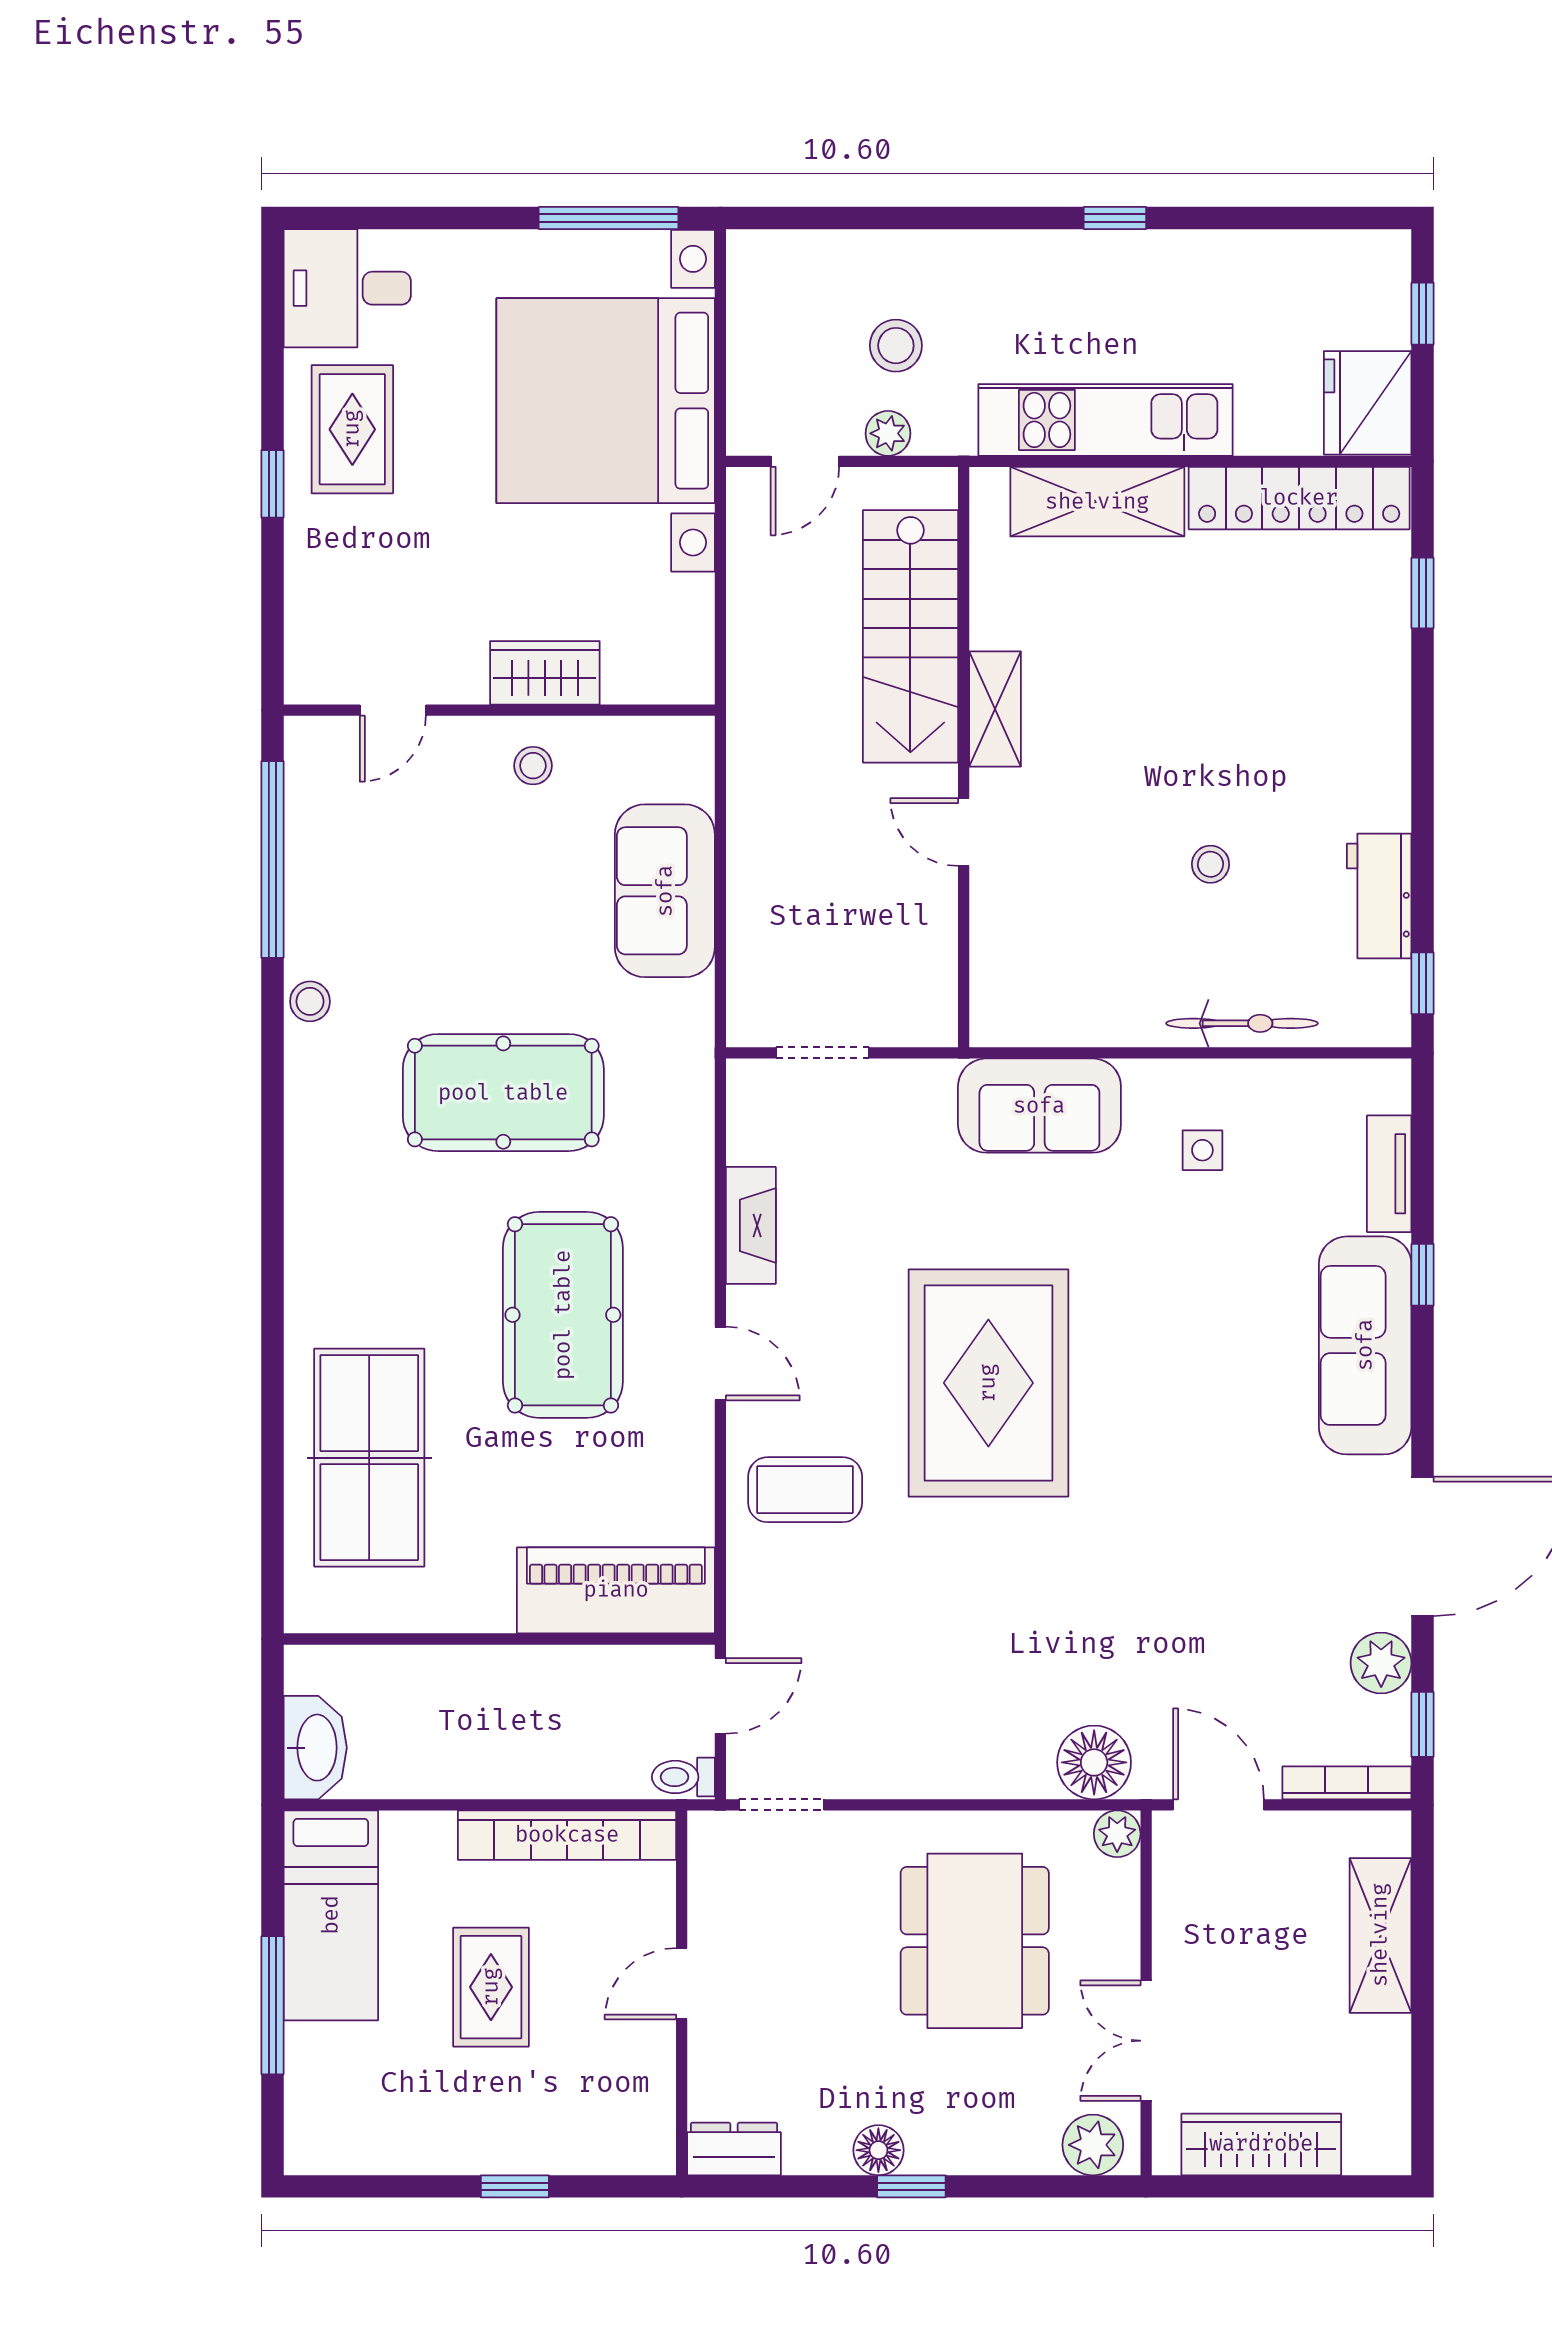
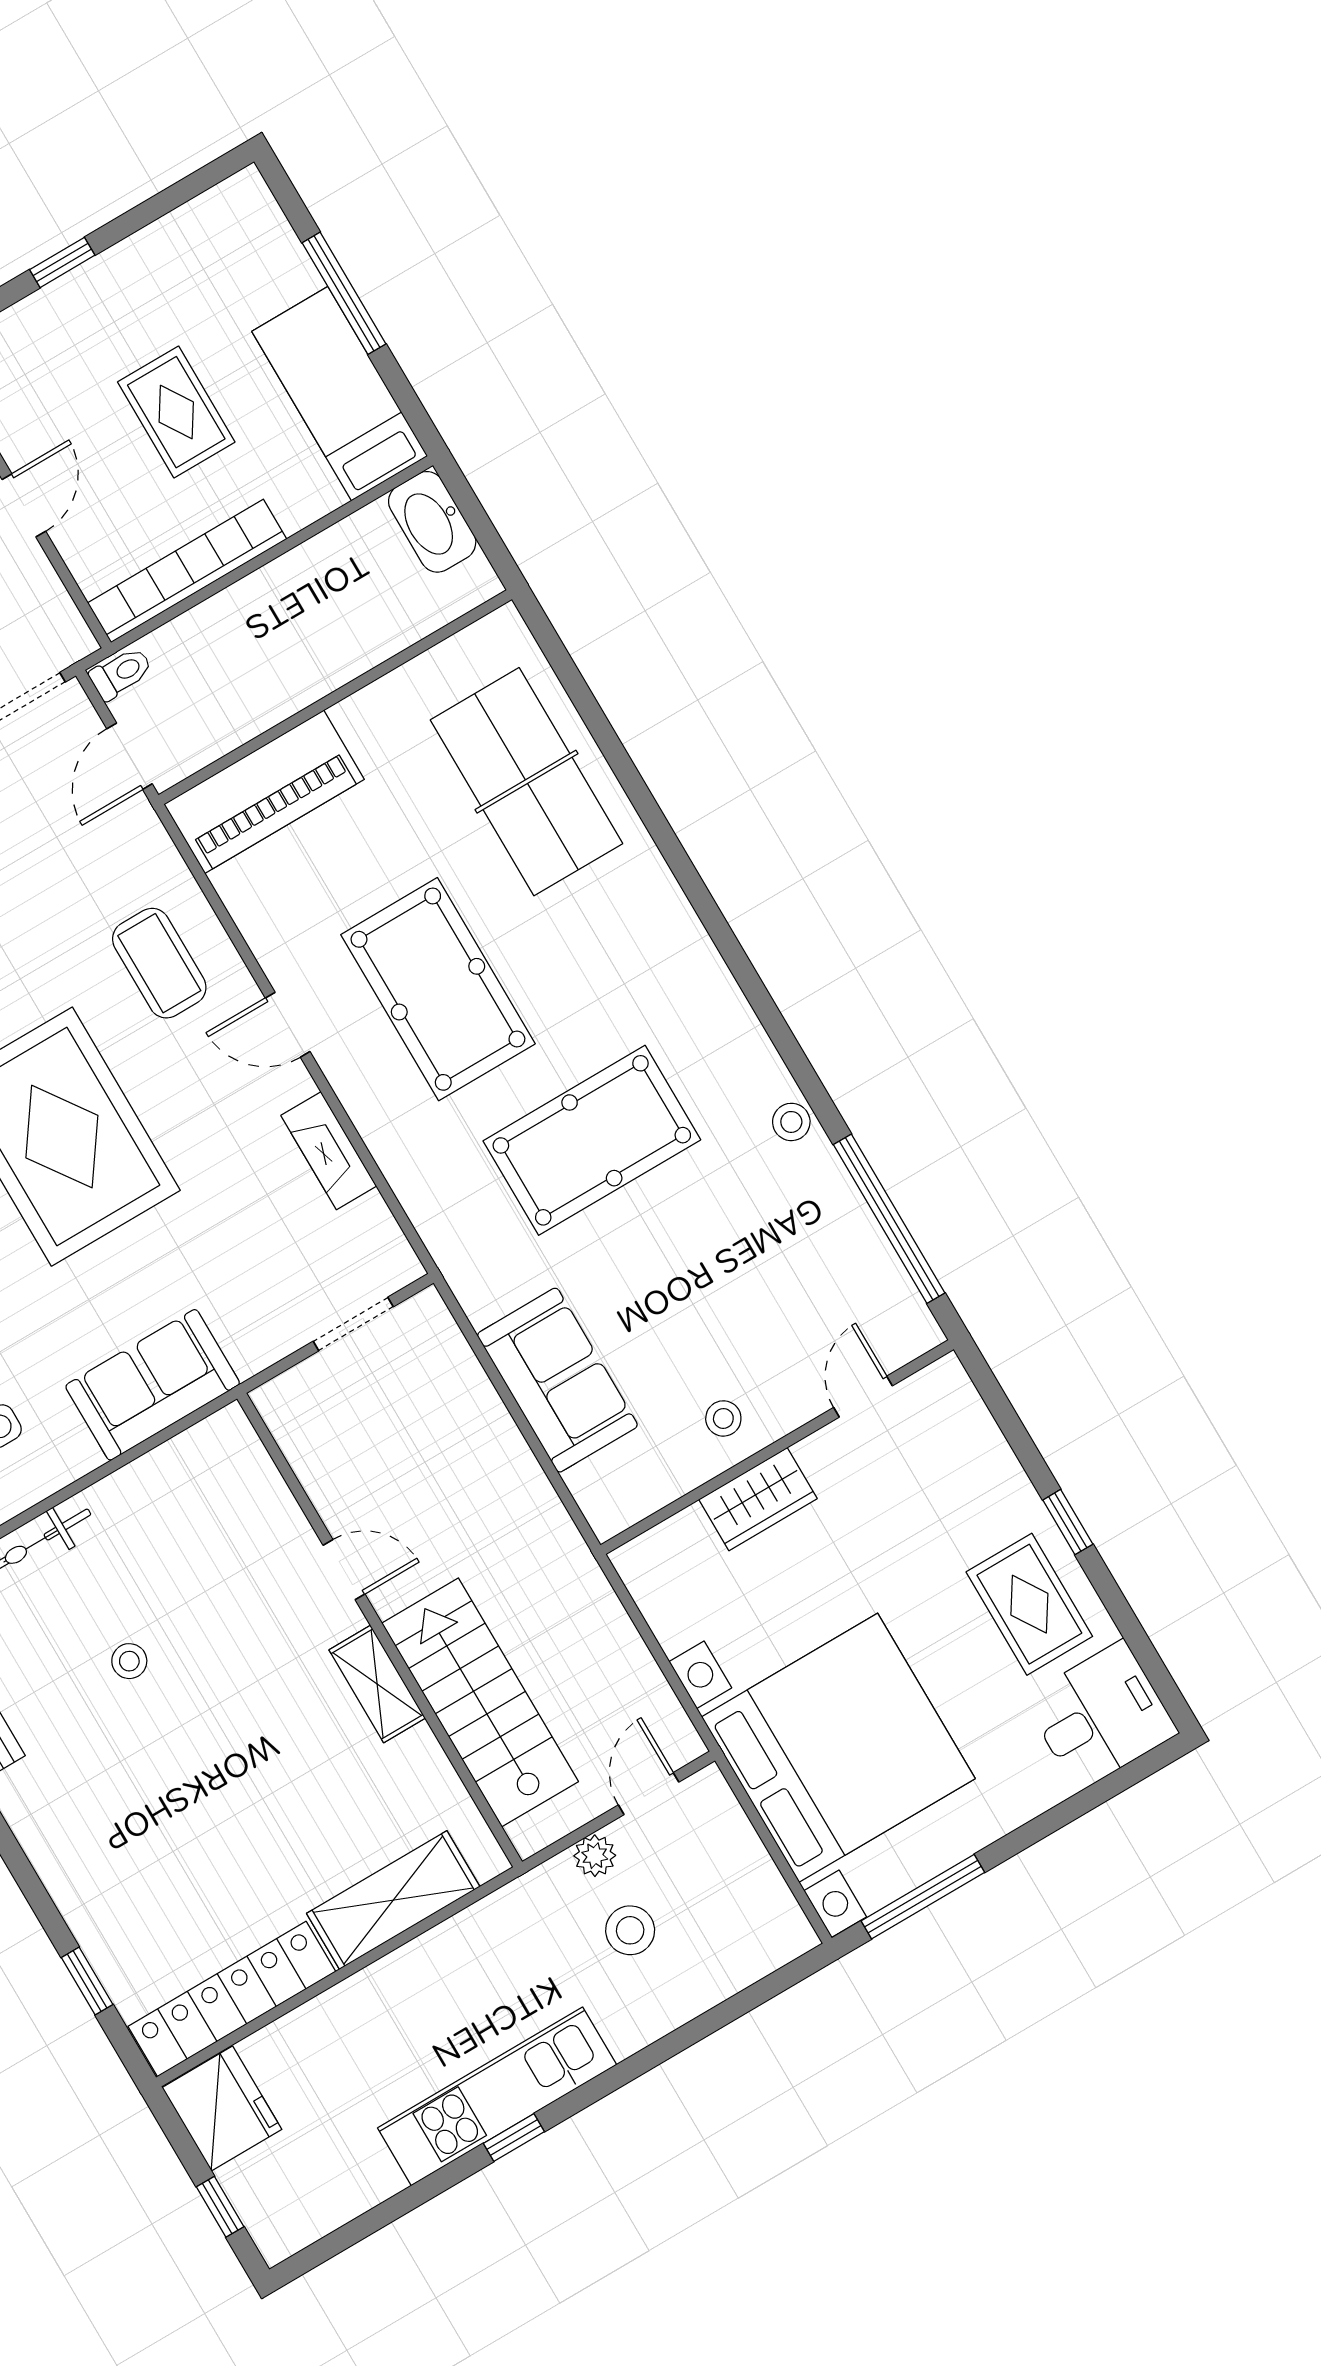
kitchen unit: (1105, 420) -> (497, 2096), moved, turned 180
coffee table: (805, 1490) -> (159, 963), turned 90

